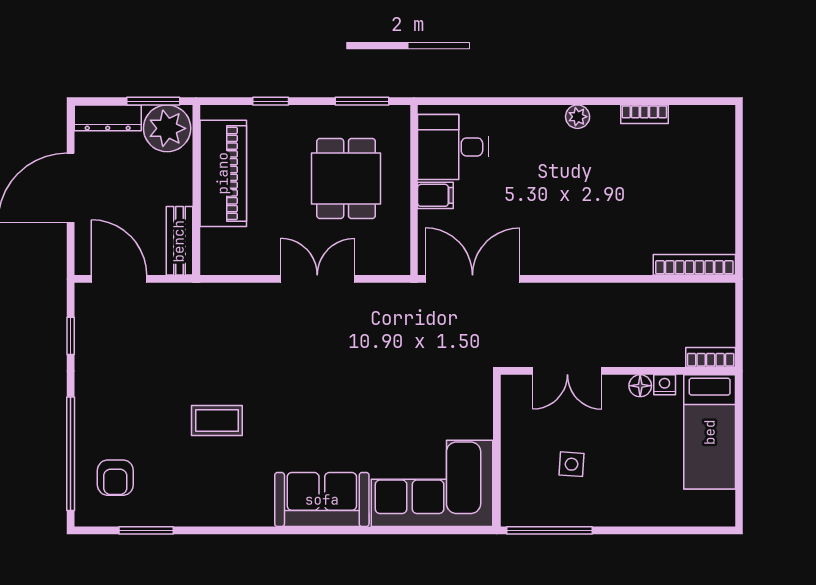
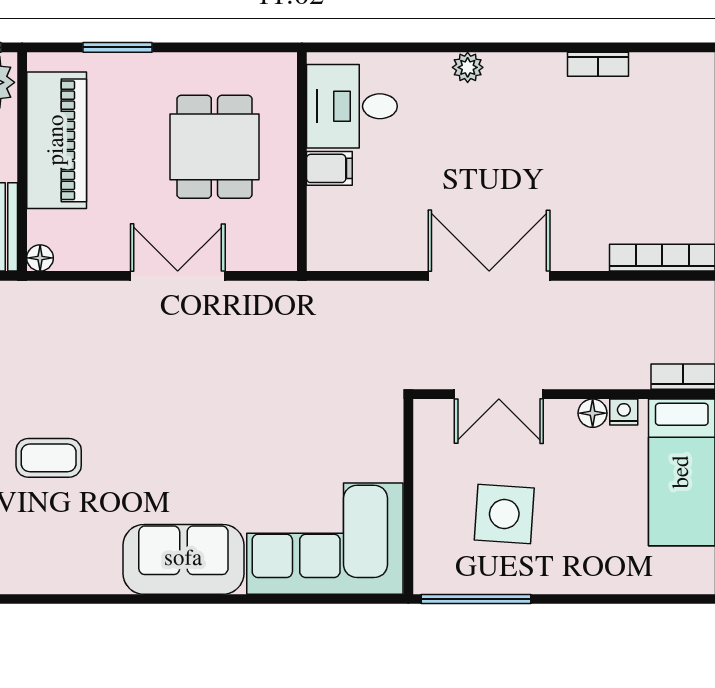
window: (271, 101) -> (117, 47), width x1.50
window: (362, 101) -> (235, 47), removed
plant: (578, 117) -> (468, 67), moved
floor lamp: (210, 265) -> (40, 258), added
double door: (473, 279) -> (489, 276), moved
side table: (572, 464) -> (504, 514), width x1.87, depth x1.87

